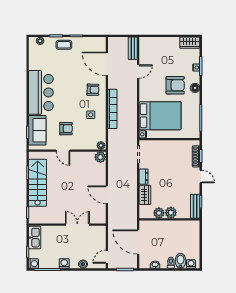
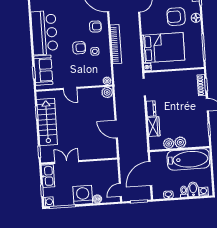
armchair: (175, 85) -> (176, 17), turned 180
armchair: (66, 129) -> (79, 48), moved
bench: (195, 206) -> (204, 134), removed
double door: (77, 225) -> (67, 162), moved
bathtub: (178, 230) -> (188, 159), added
door: (138, 242) -> (150, 174), hinge flipped
washing machine: (64, 263) -> (83, 195), width x1.89, depth x1.89

